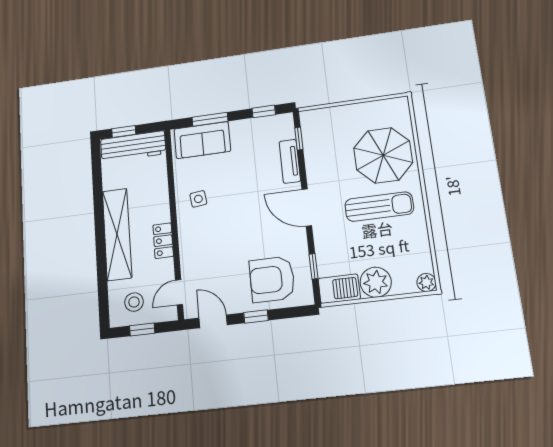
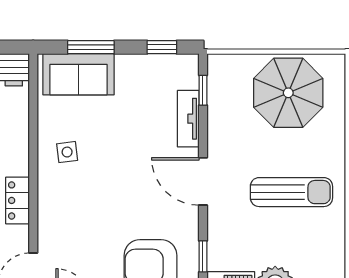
parasol: (383, 155) -> (288, 93), moved

